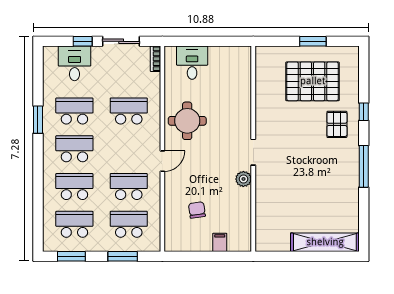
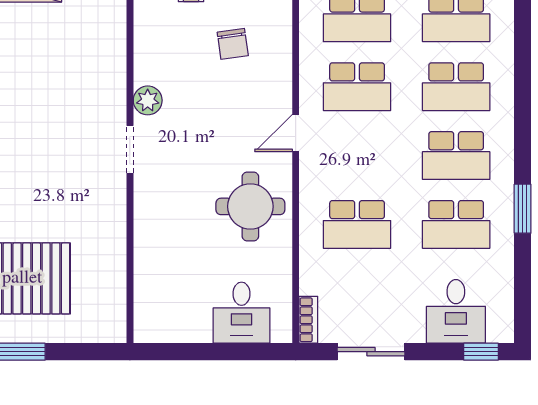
window: (83, 41) -> (481, 352), moved

